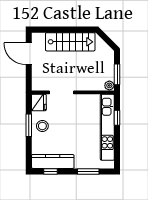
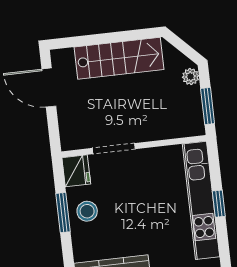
plant: (109, 85) -> (191, 77), moved
window: (117, 118) -> (219, 204), moved

